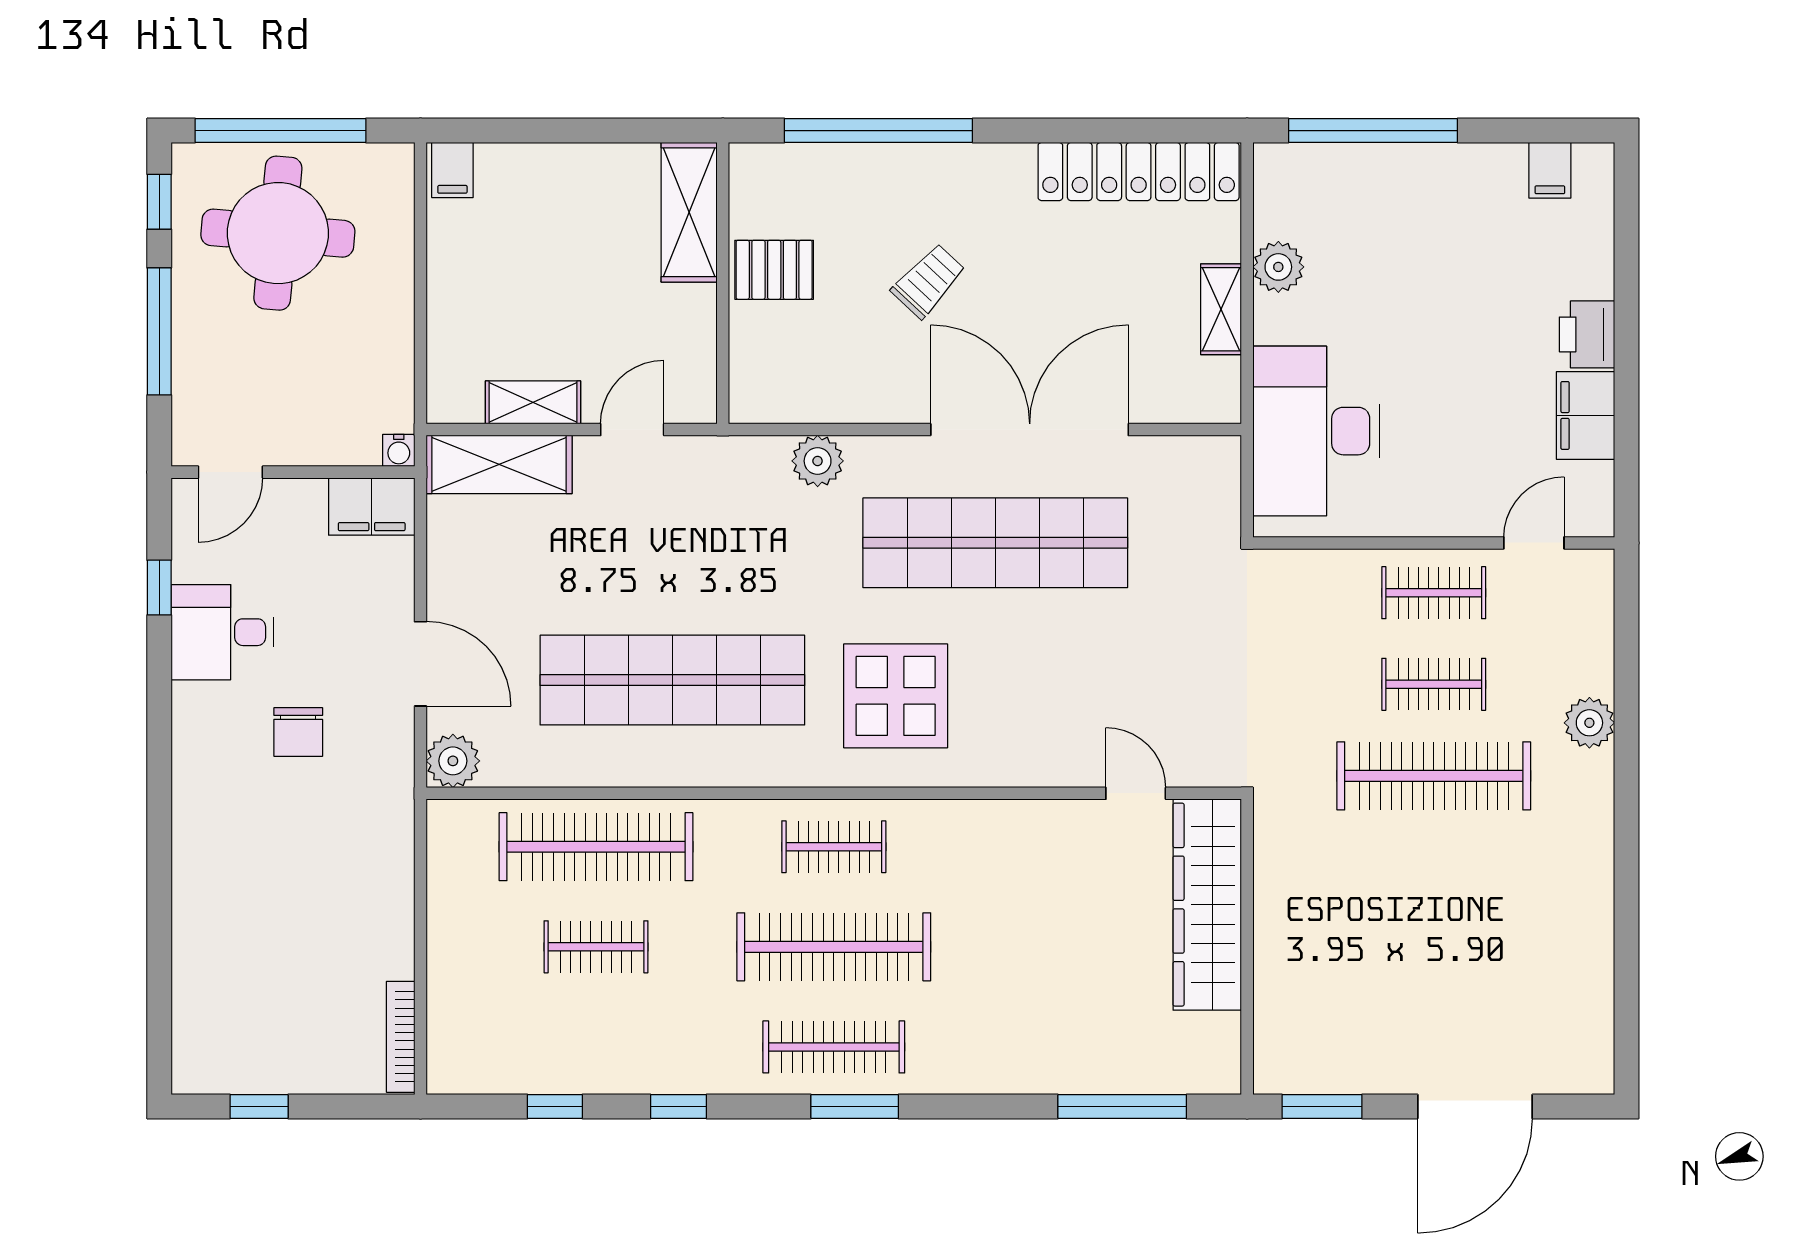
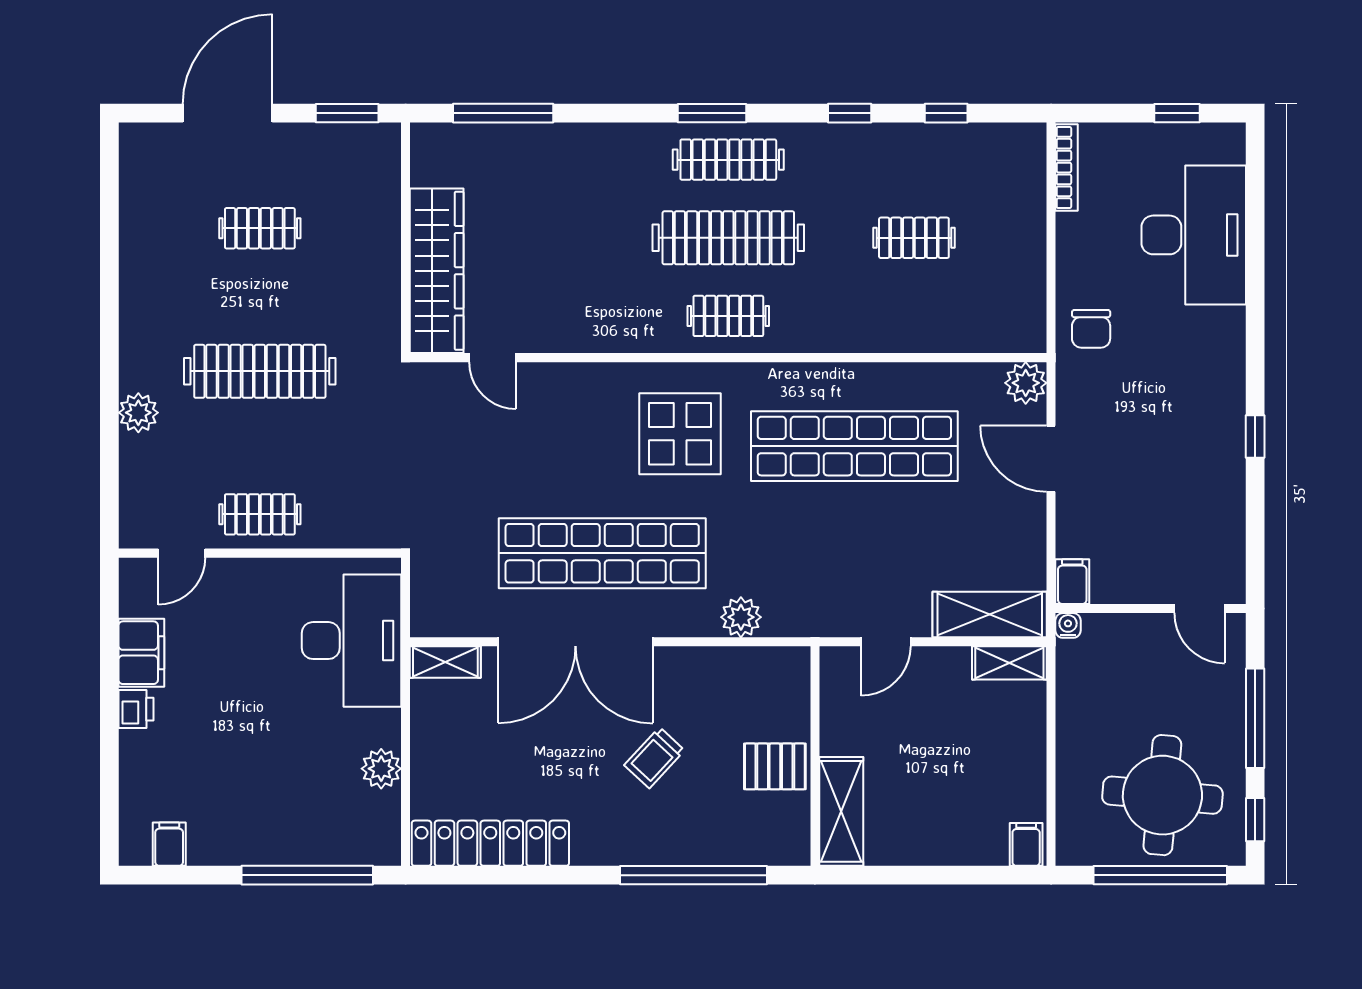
shelving: (1221, 309) -> (445, 662), moved, turned 90
printer: (1587, 334) -> (136, 709), width x0.73, depth x0.81
shelving: (533, 402) -> (1009, 663), moved
door: (230, 472) -> (1199, 608), swing flipped
filing cabinet: (372, 506) -> (1072, 582), width x0.50
window: (159, 588) -> (1255, 437), moved
desk: (222, 632) -> (1194, 235), moved, width x1.87, depth x1.30
clothes rail: (1434, 684) -> (260, 228), moved
chair: (298, 732) -> (1091, 329), moved, turned 180
clothes rail: (596, 847) -> (914, 316), removed

